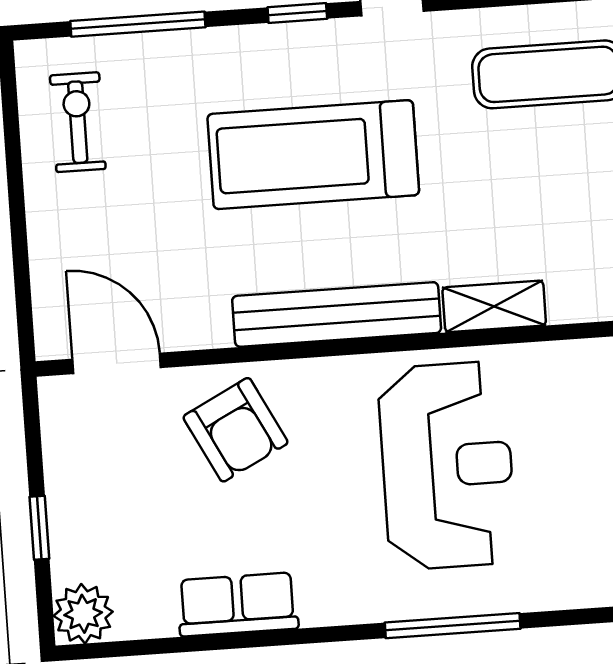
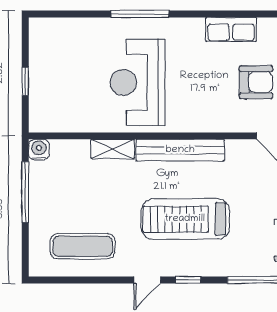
treadmill: (313, 155) -> (185, 219), turned 180
armchair: (236, 430) -> (256, 82), moved, turned 117

